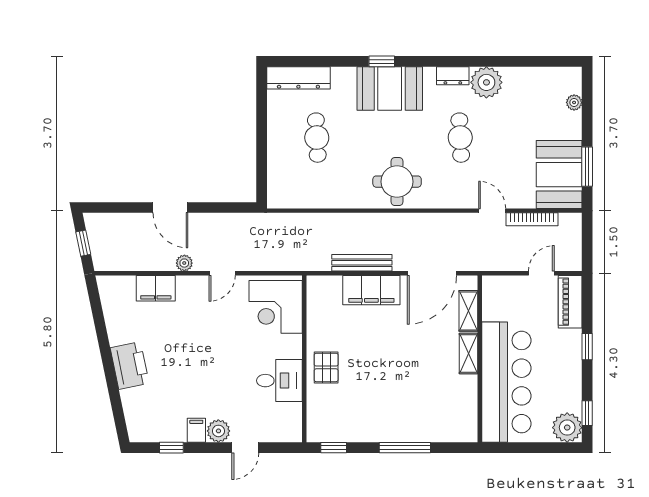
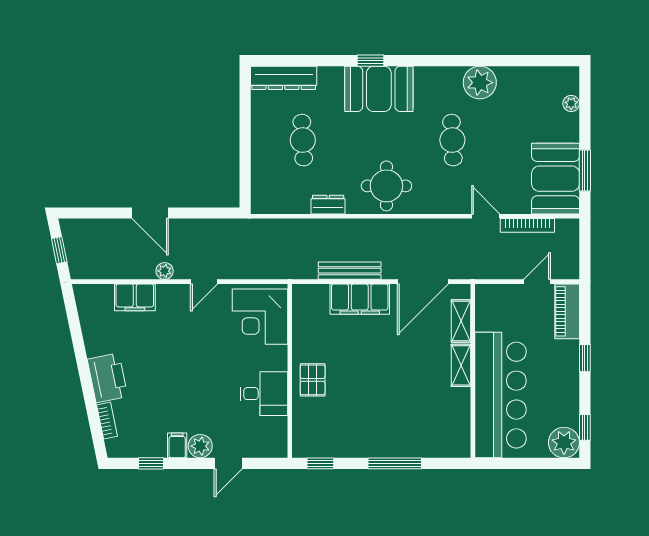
dresser: (453, 76) -> (328, 205), moved, turned 180
bookcase: (129, 406) -> (107, 421), added

